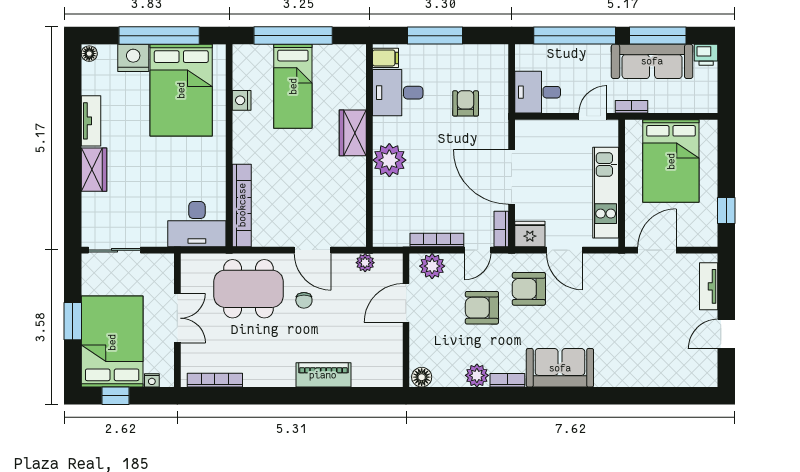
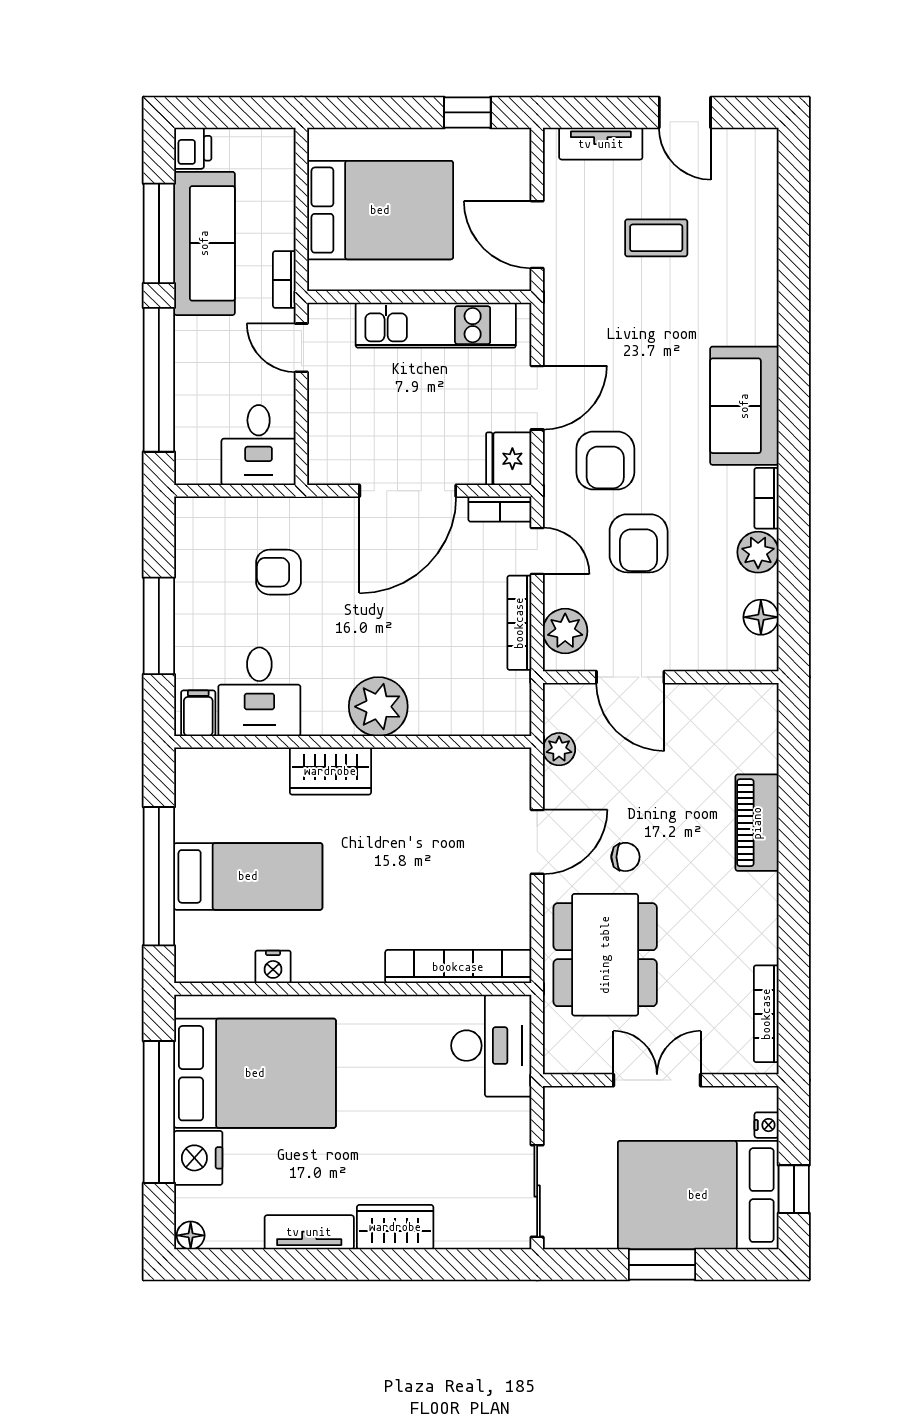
coffee table: (655, 318) -> (656, 238), added
floor lamp: (422, 377) -> (761, 617), moved

